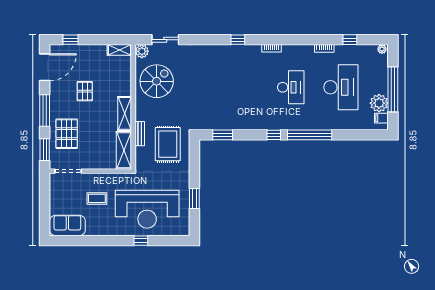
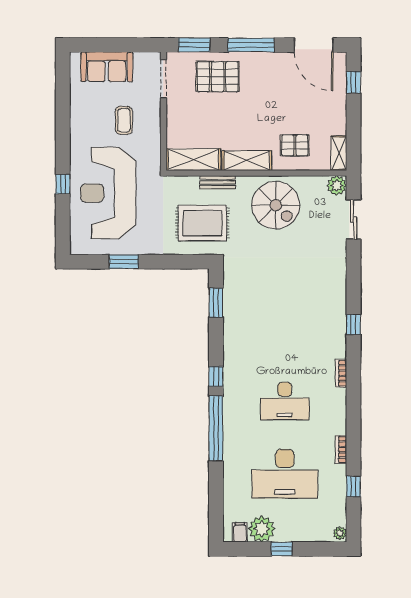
spiral stairs: (157, 81) -> (276, 205), moved
window: (393, 89) -> (282, 549), width x0.32
pallet: (85, 91) -> (295, 145), moved
sofa: (67, 225) -> (107, 67), moved, turned 90

